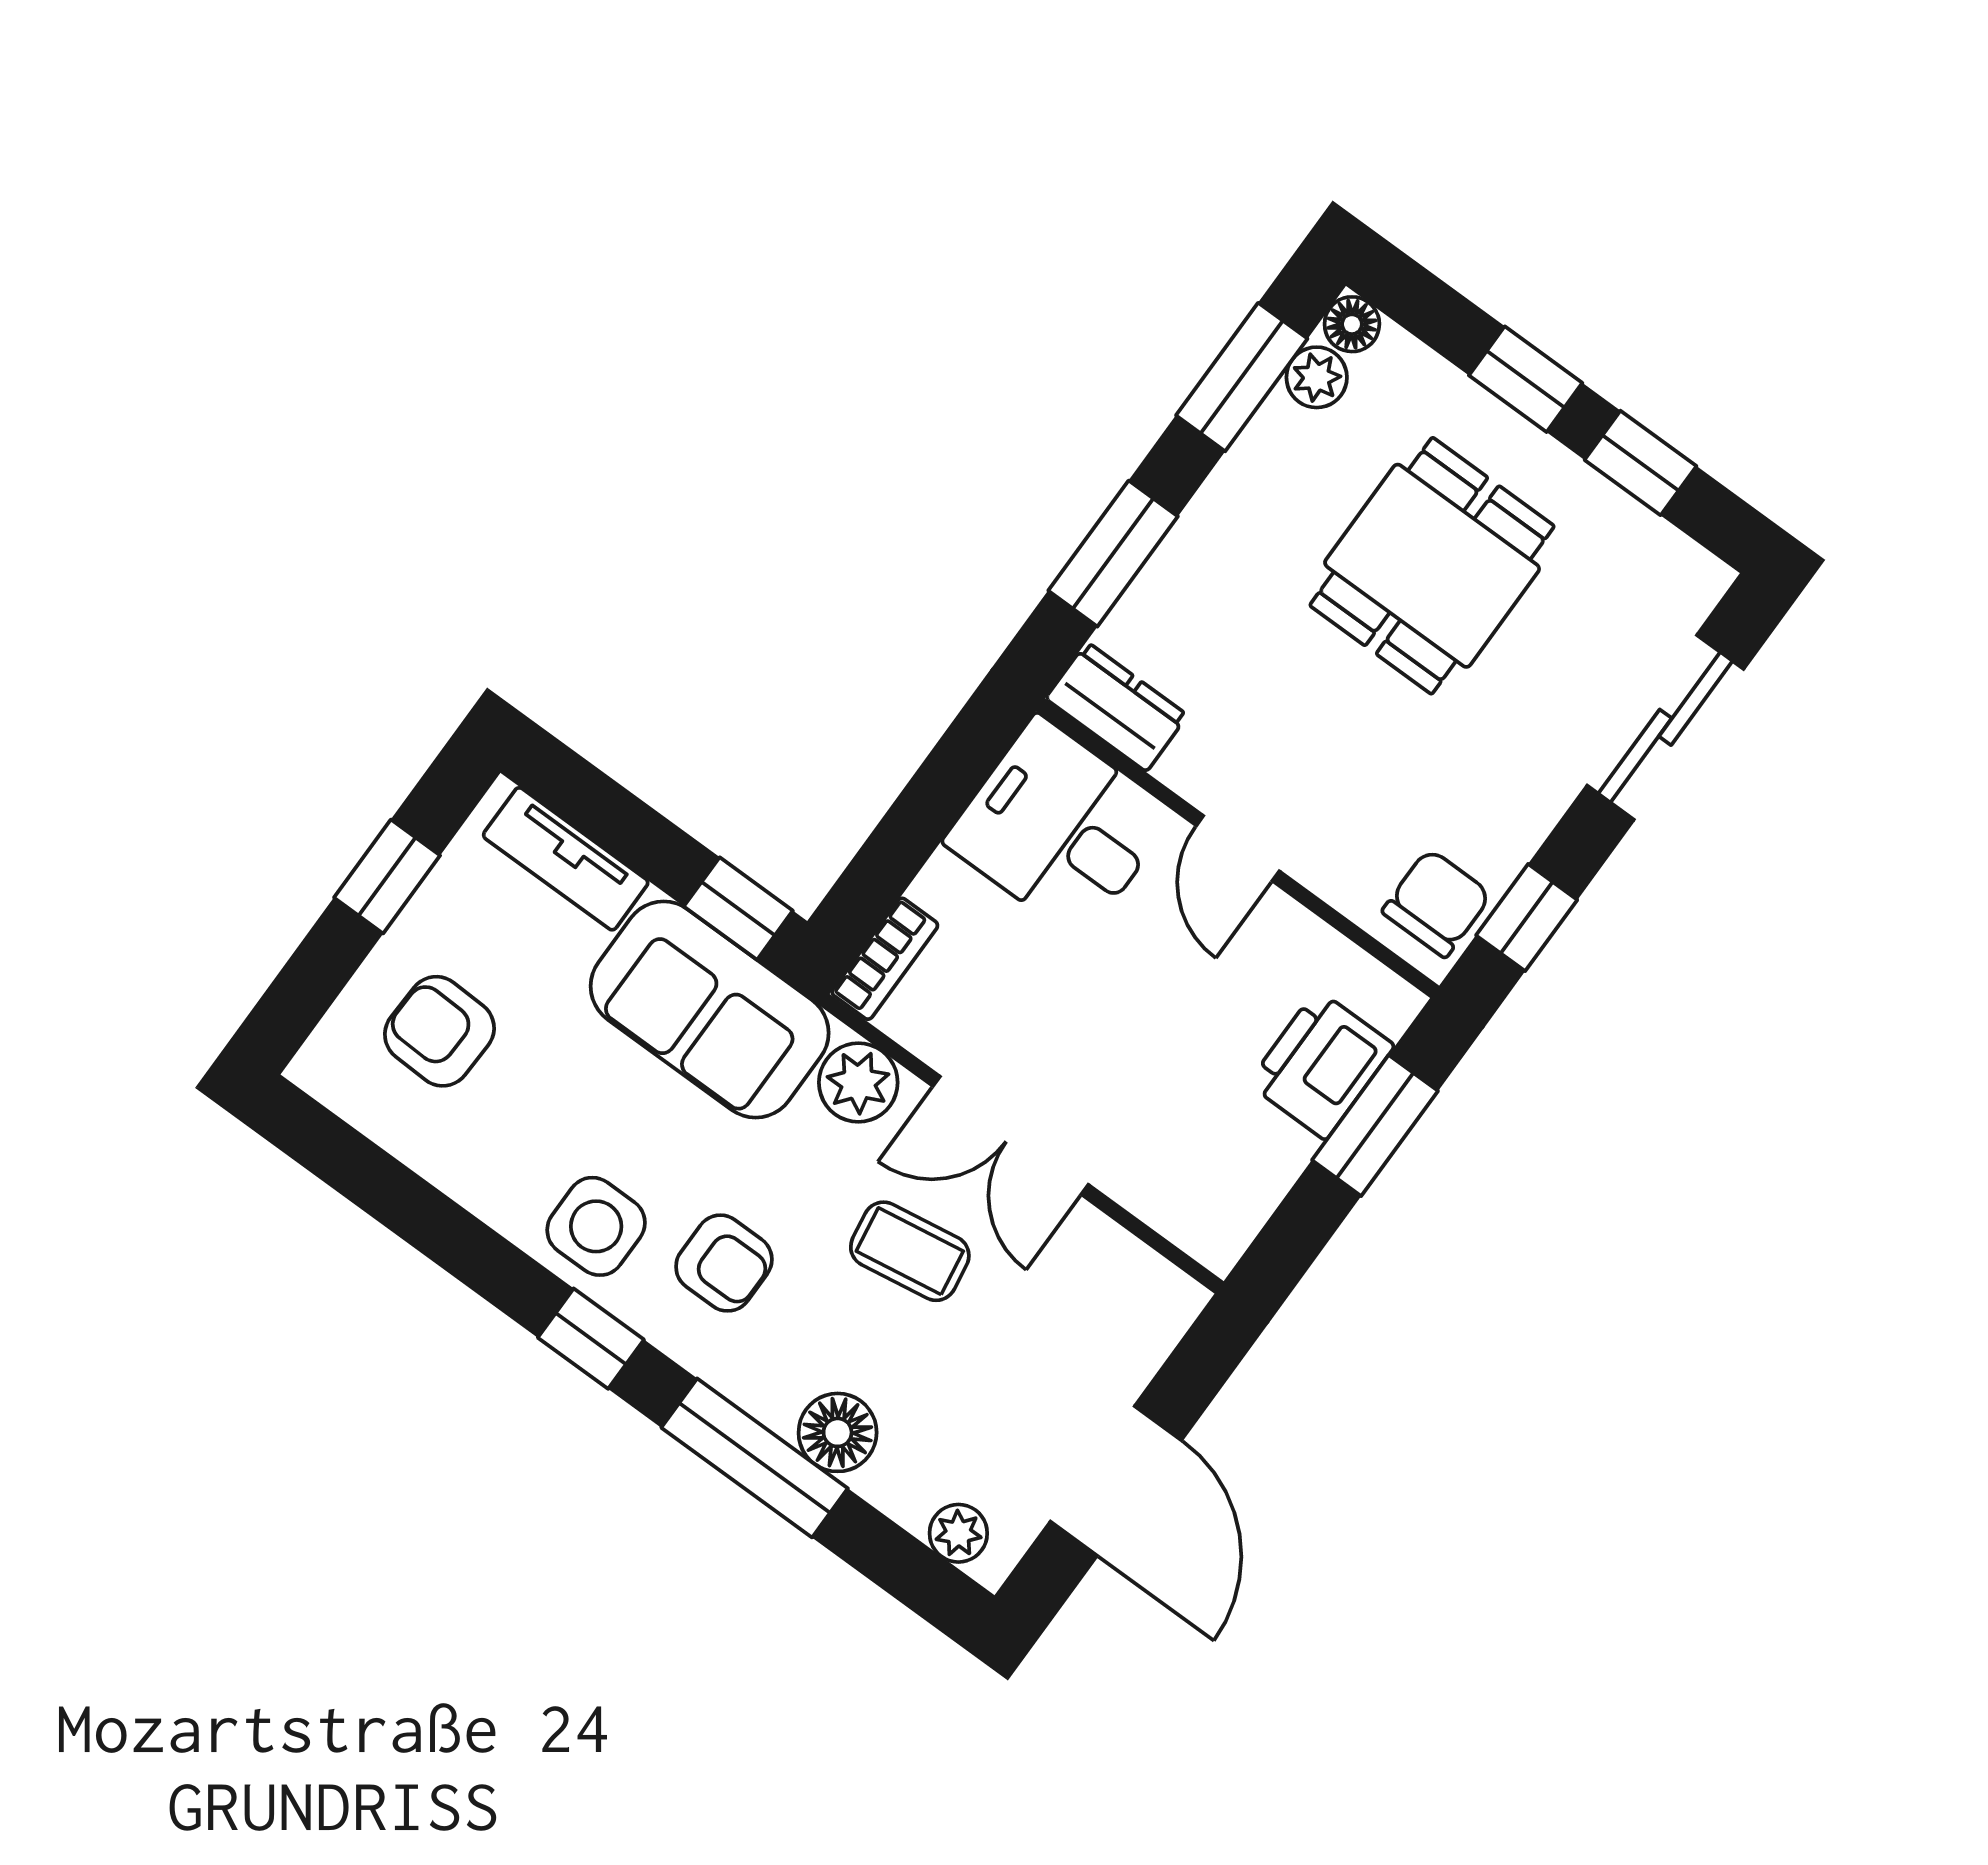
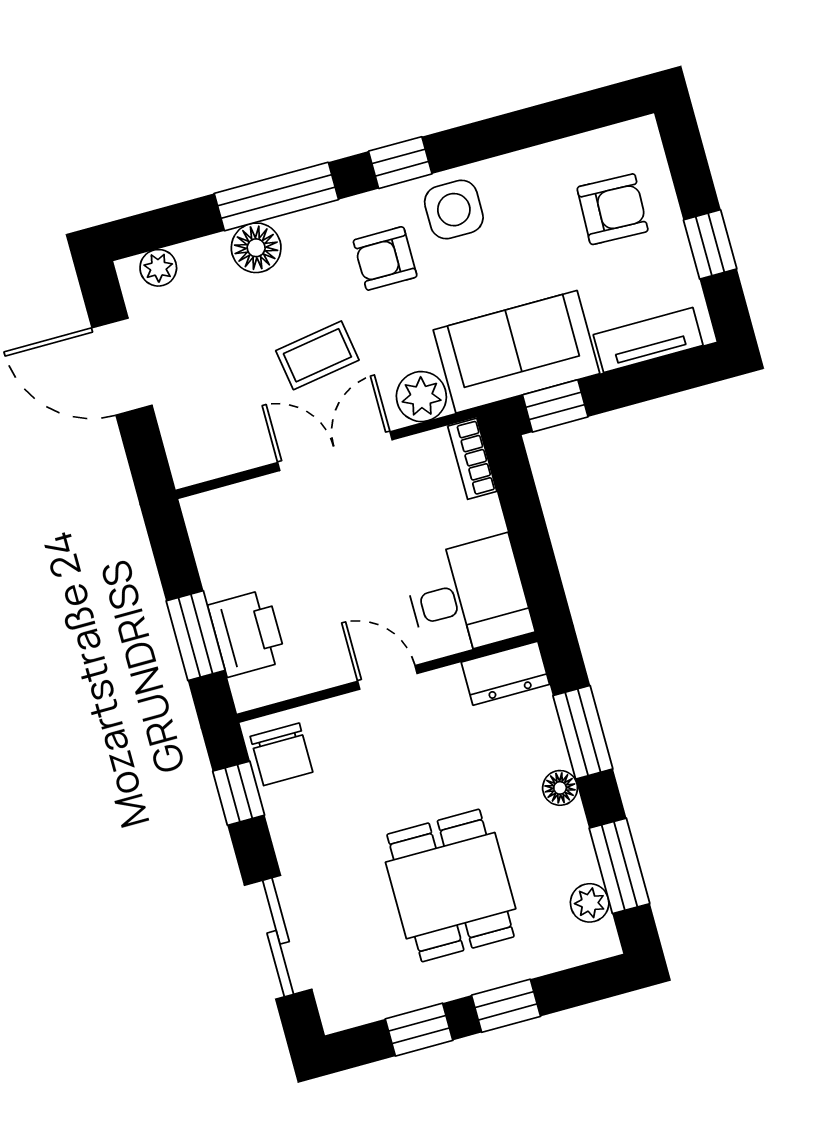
floor lamp: (1352, 324) -> (560, 788), moved

